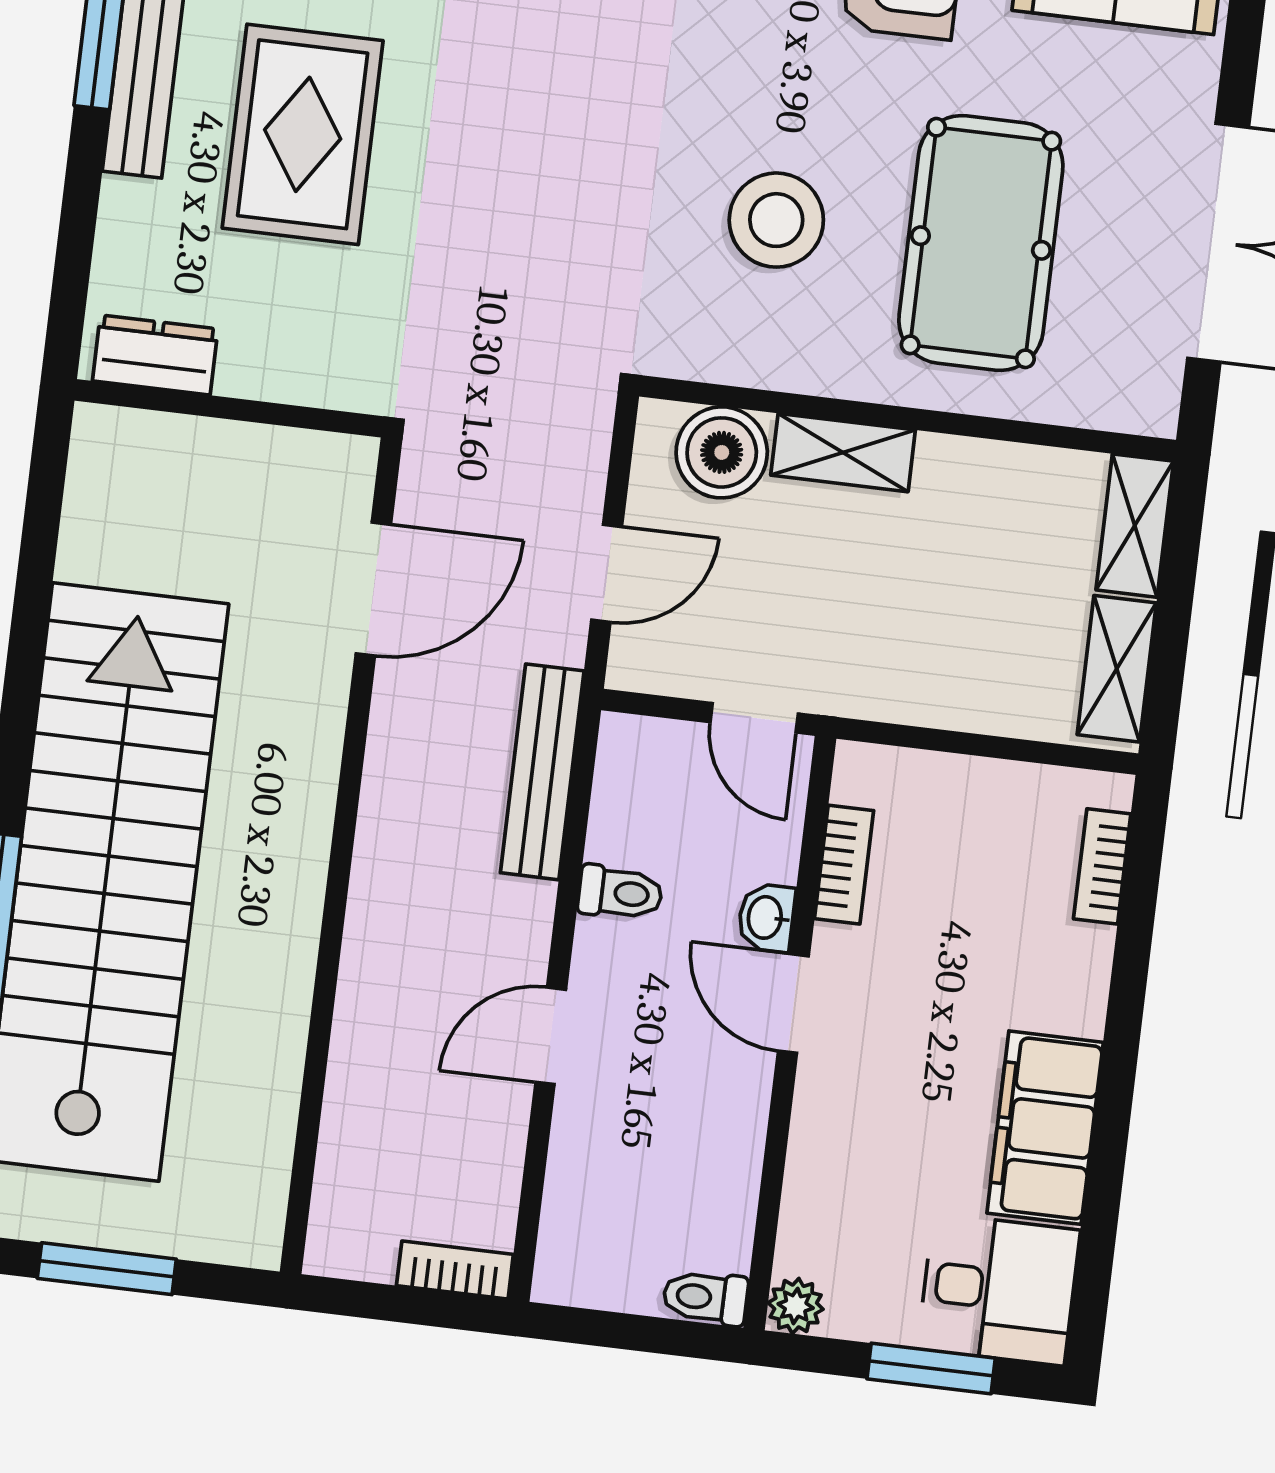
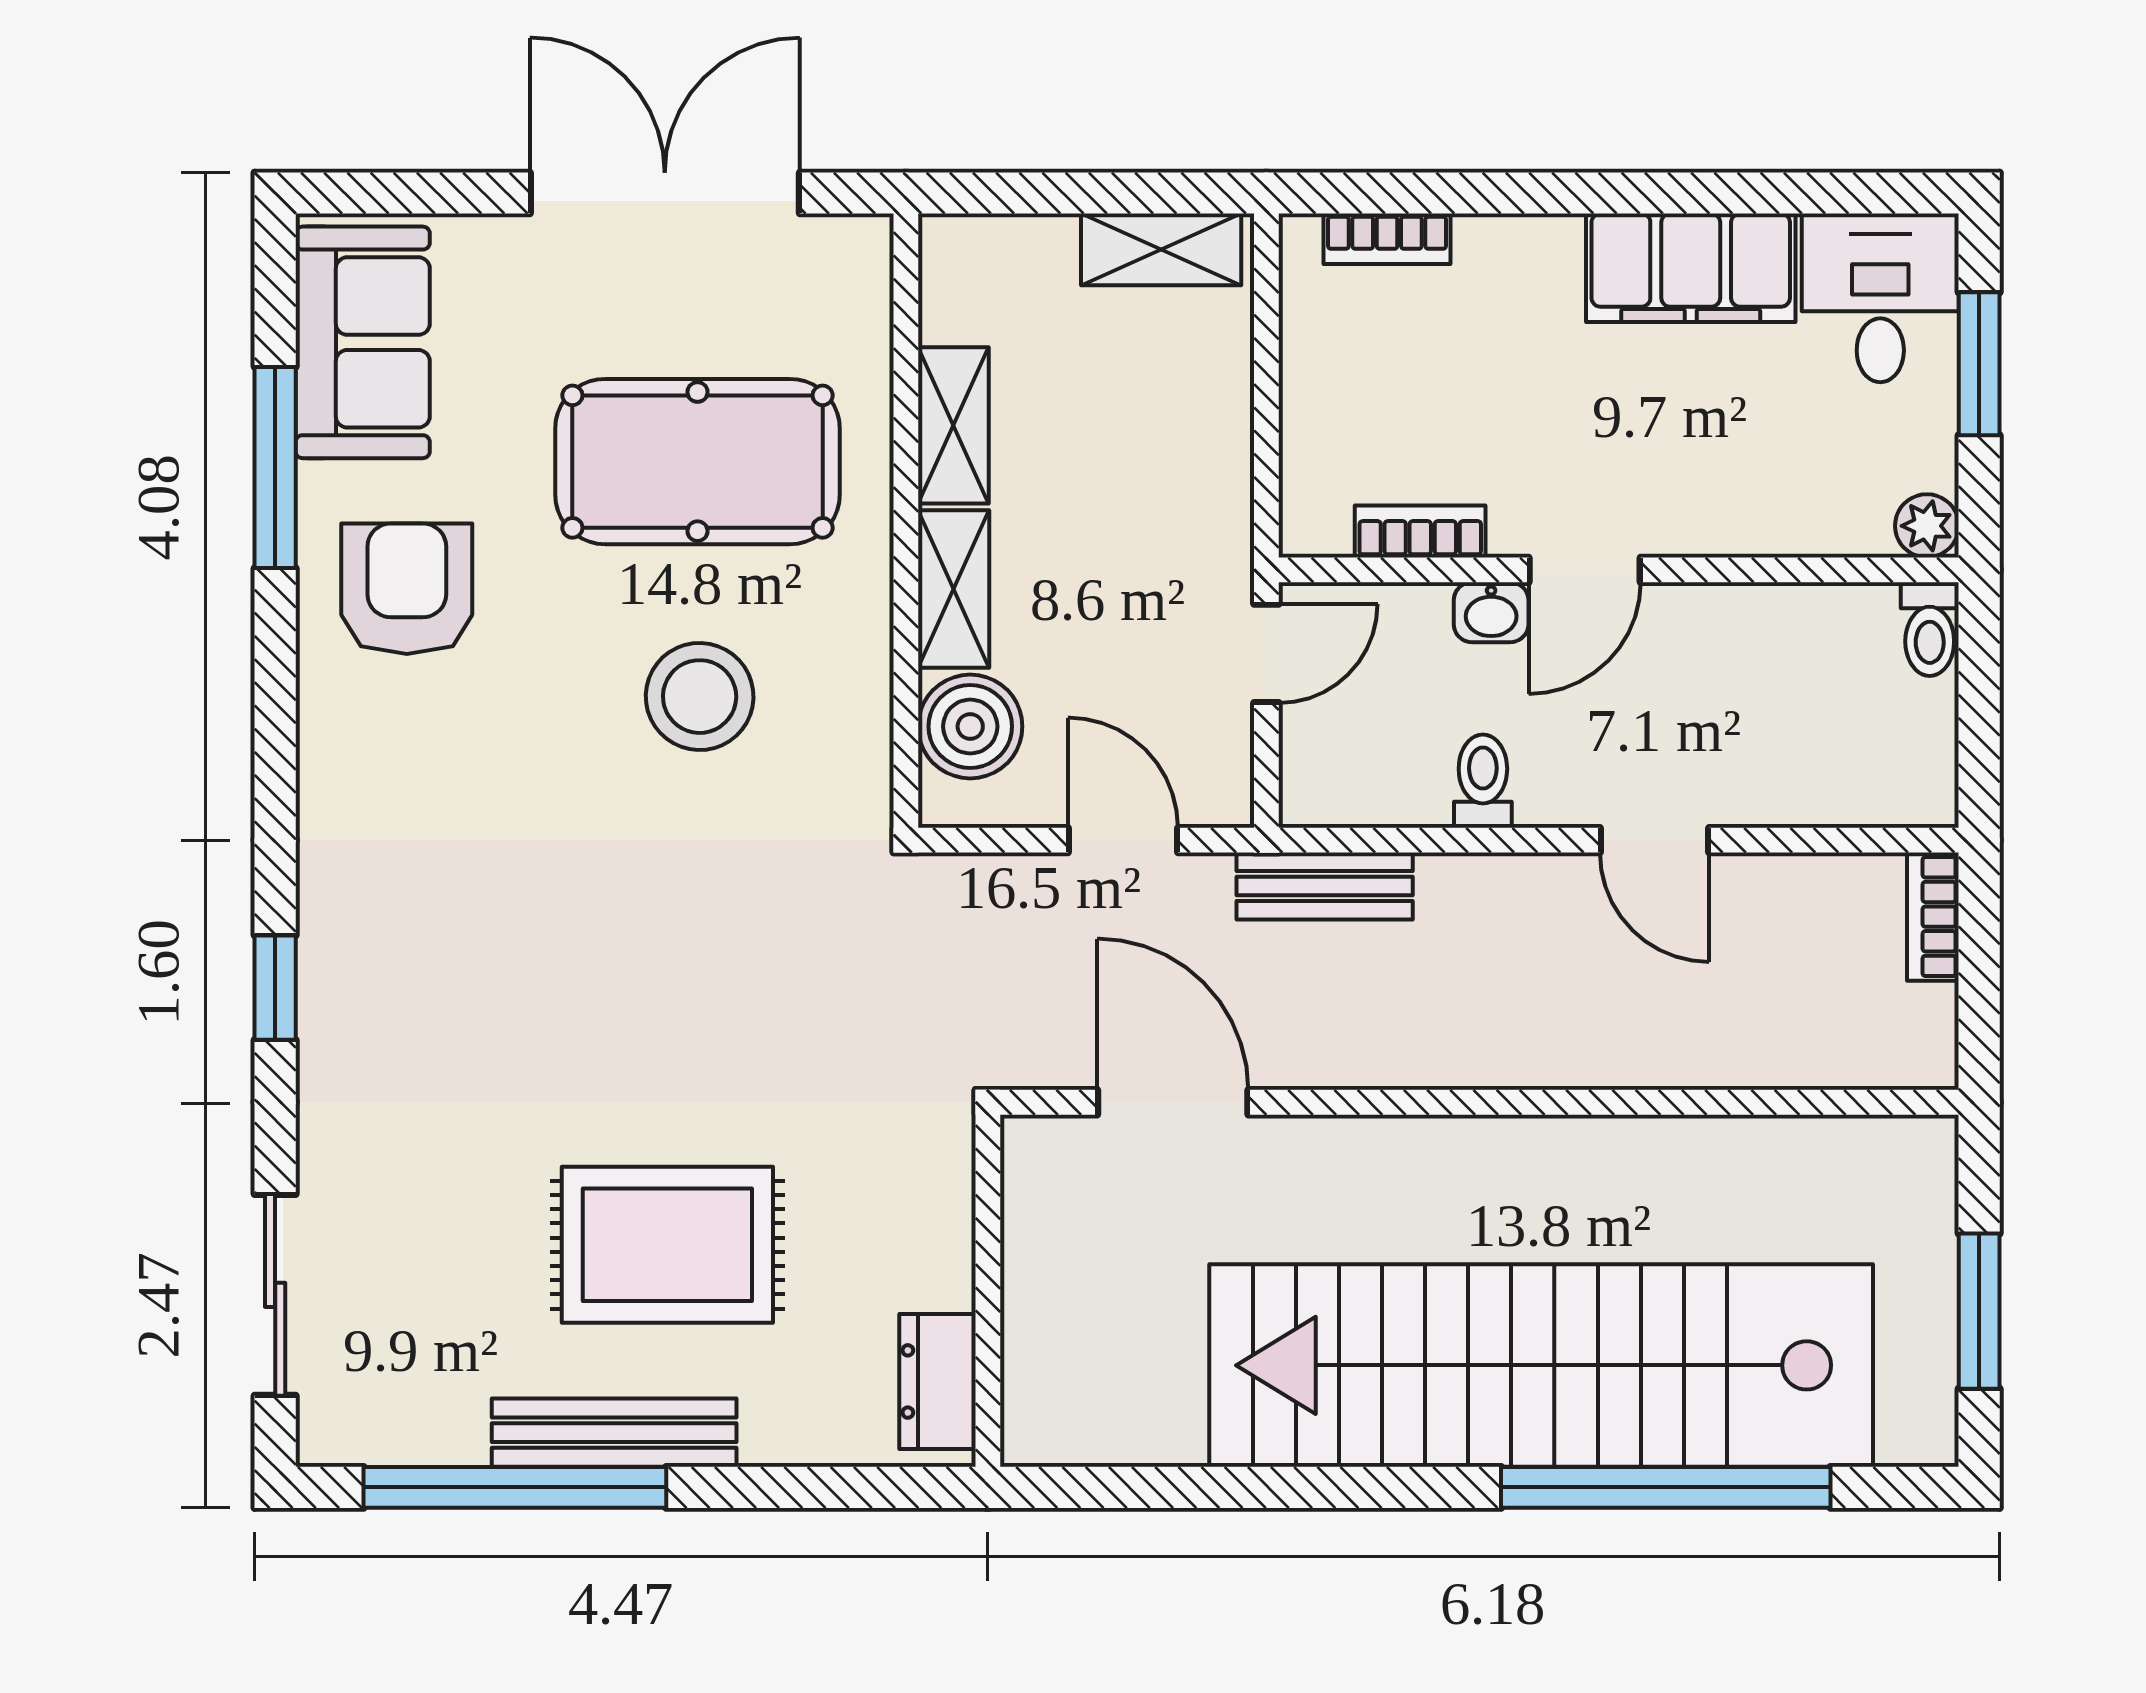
shelving: (1135, 526) -> (953, 425), moved, turned 90
bench: (542, 772) -> (1325, 886), width x0.73

